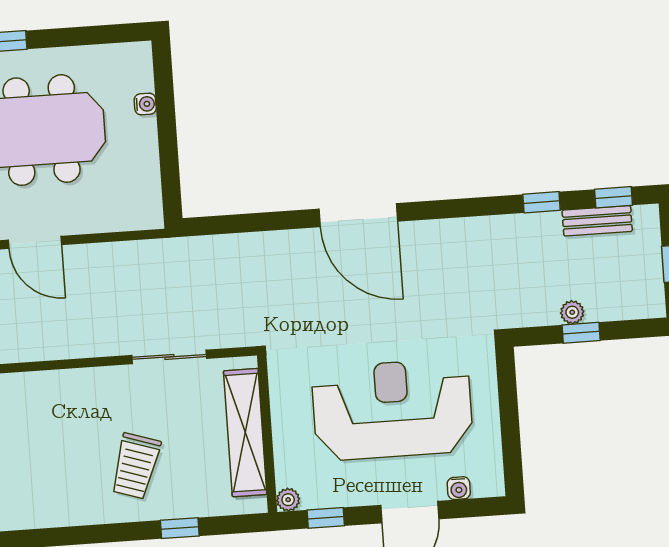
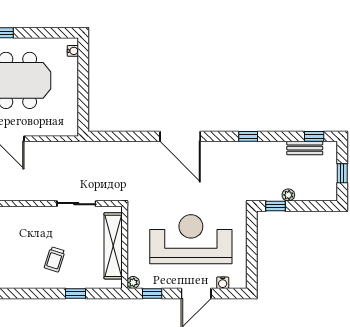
water cooler: (145, 104) -> (73, 51), moved
window: (541, 202) -> (248, 136), moved
window: (581, 333) -> (276, 206), moved
trolley: (136, 466) -> (55, 259), width x0.73, depth x0.72

